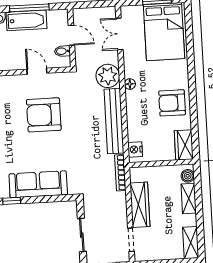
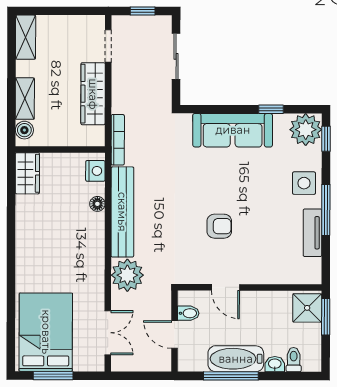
floor lamp: (130, 84) -> (97, 204), moved
armchair: (172, 103) -> (40, 233), removed
armchair: (44, 115) -> (219, 226), width x0.53, depth x0.53

